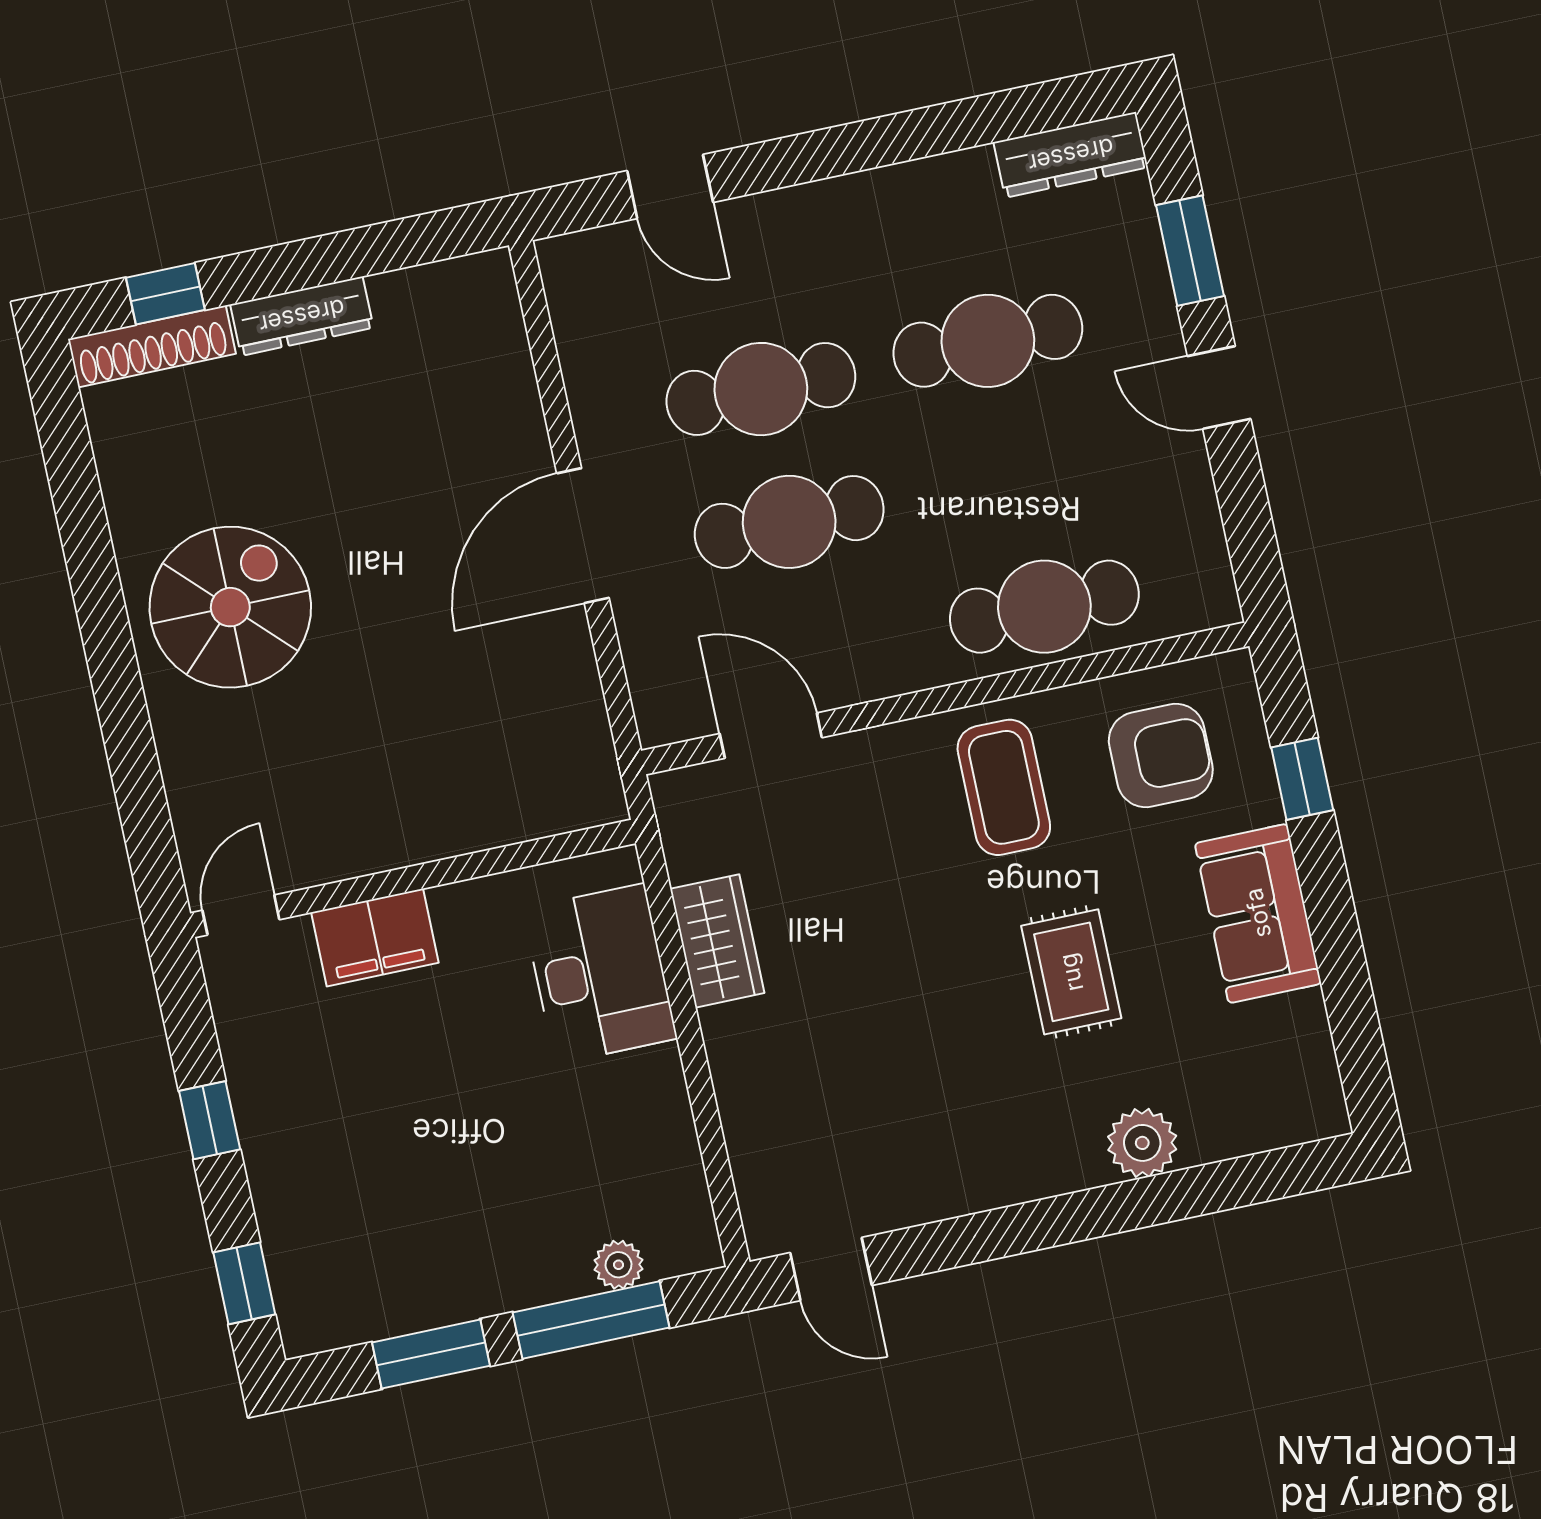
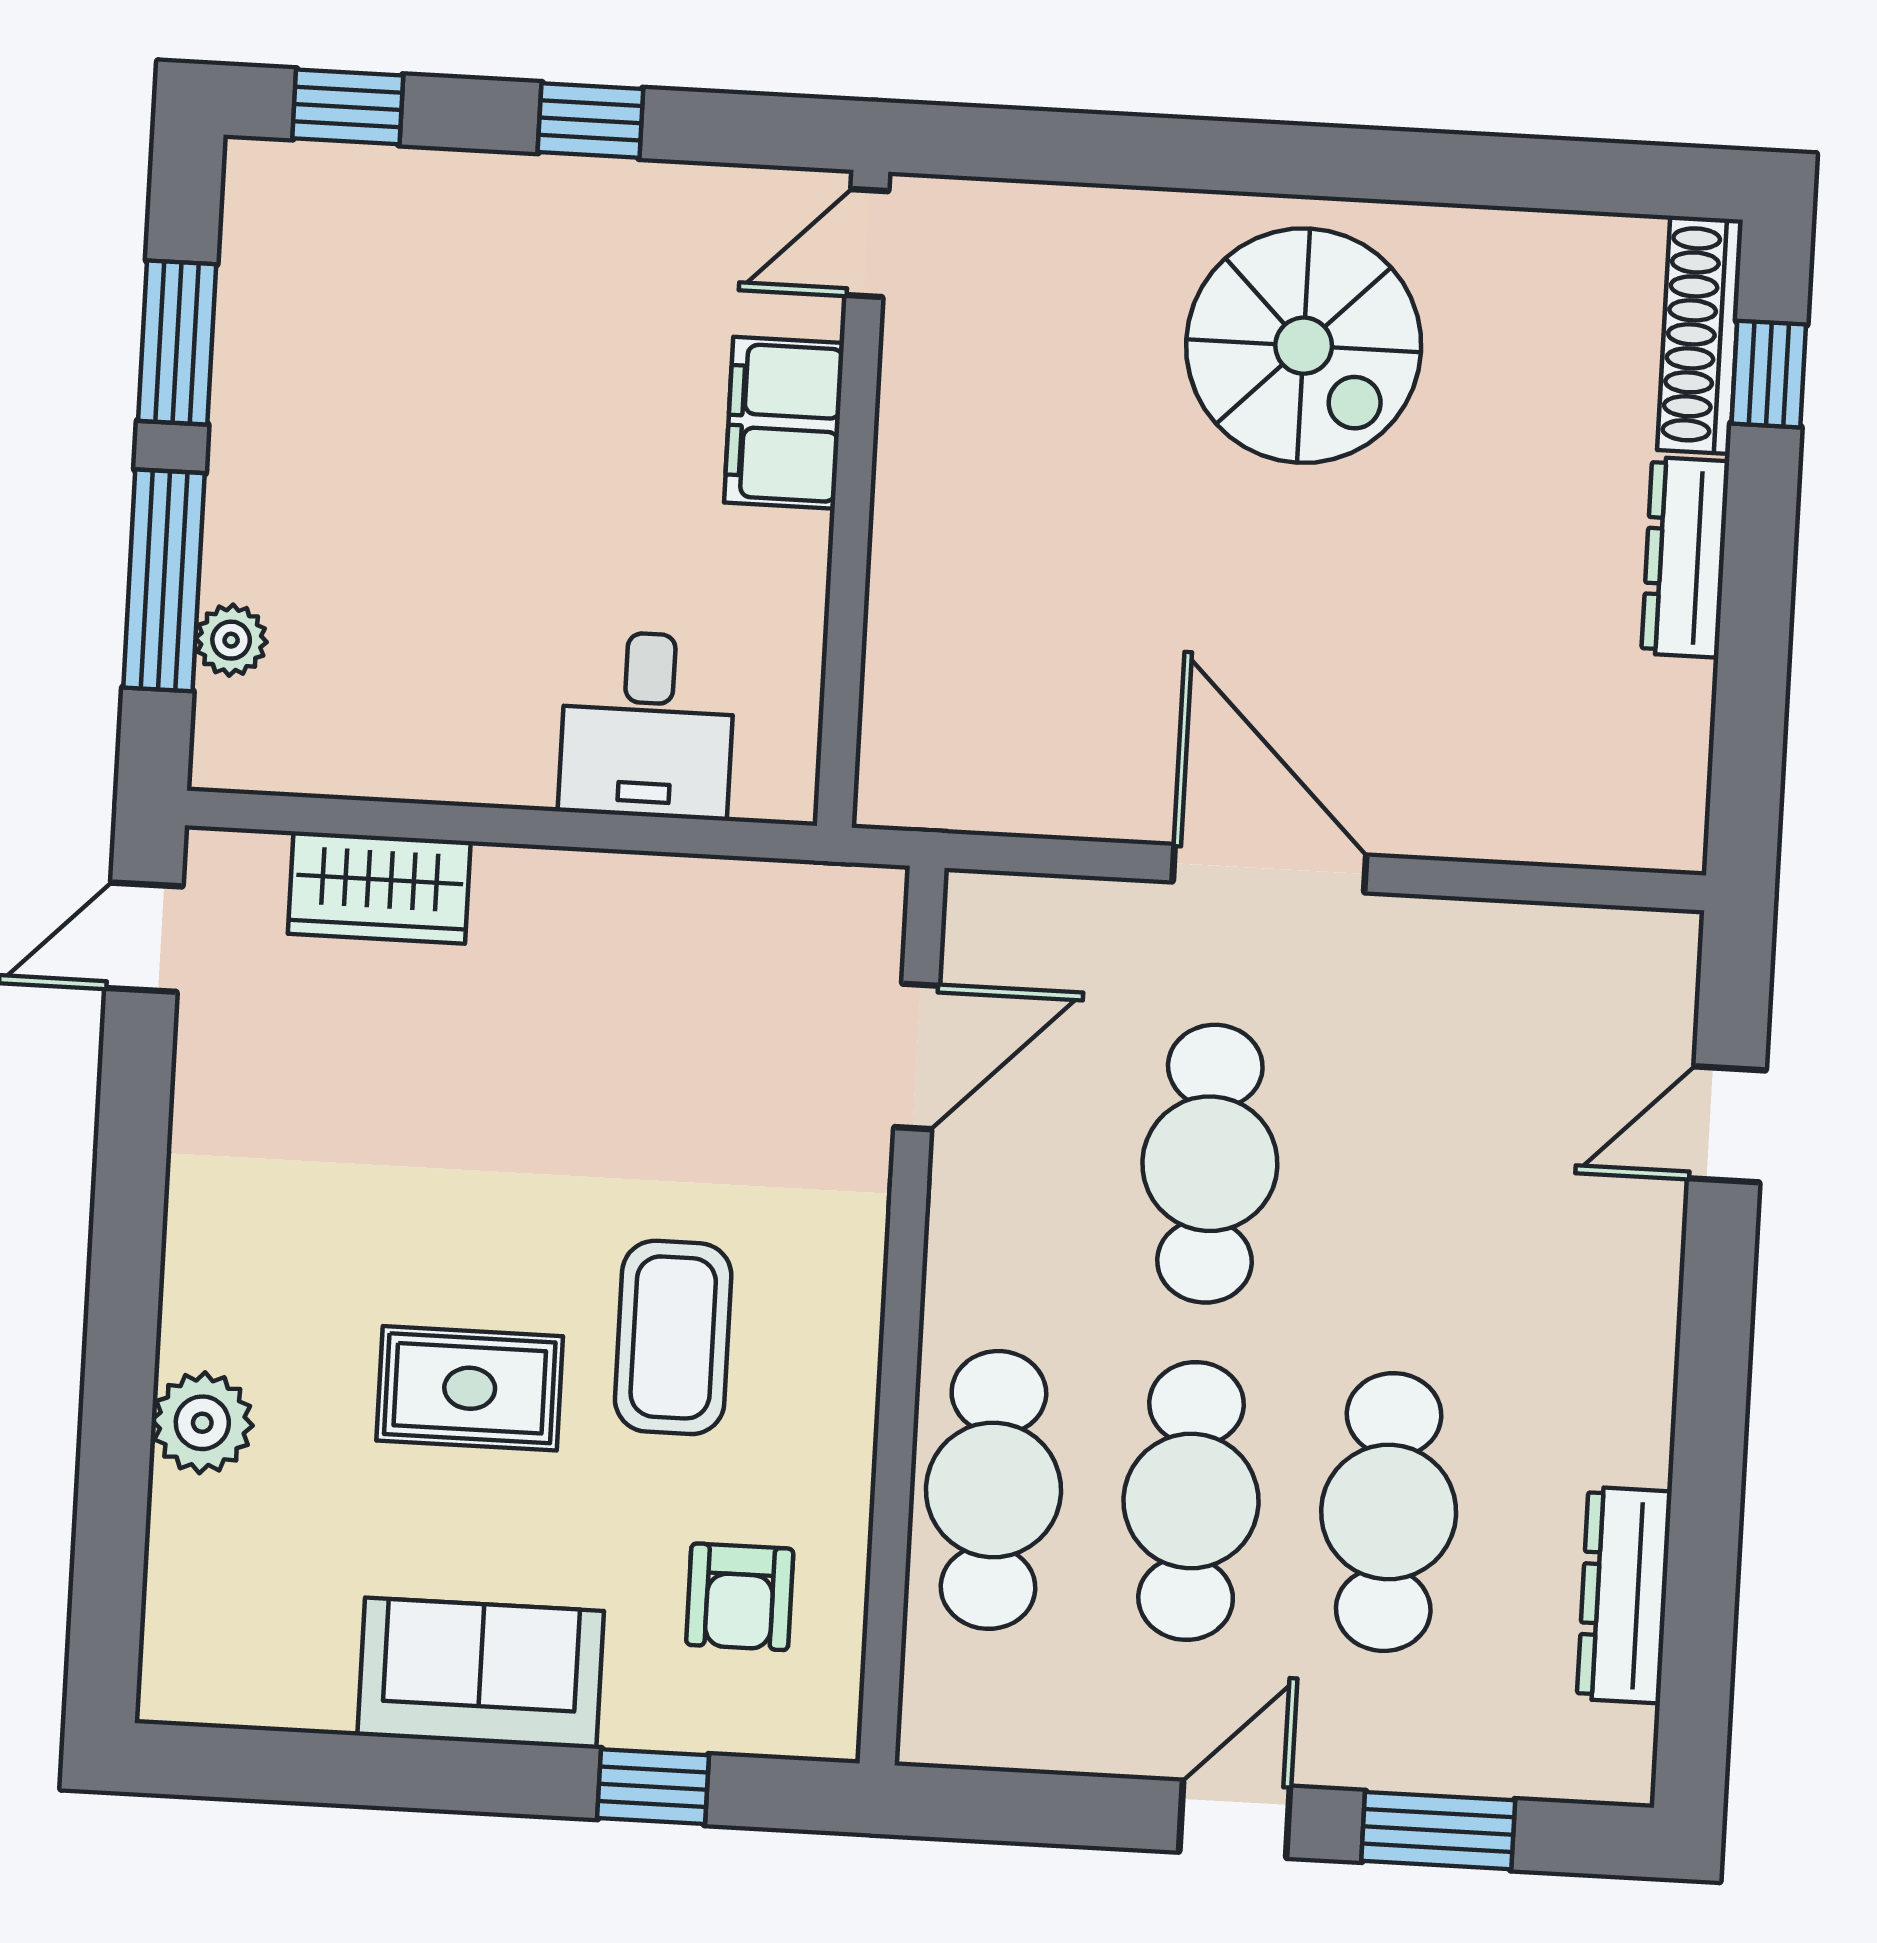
dresser: (1071, 155) -> (1624, 1595), moved
cafe table: (761, 389) -> (1191, 1501), moved
armchair: (1161, 755) -> (740, 1597), width x0.72, depth x0.72
coffee table: (1004, 787) -> (673, 1337), moved, turned 90
door: (241, 915) -> (867, 243), swing flipped
wardrobe: (717, 941) -> (379, 888), moved
desk: (600, 974) -> (647, 725), width x0.73

